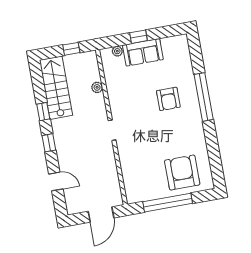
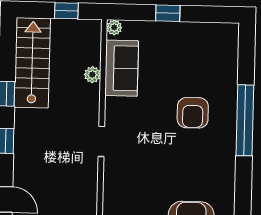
plant: (117, 51) -> (114, 27), moved
sofa: (143, 52) -> (122, 68), moved, turned -90

